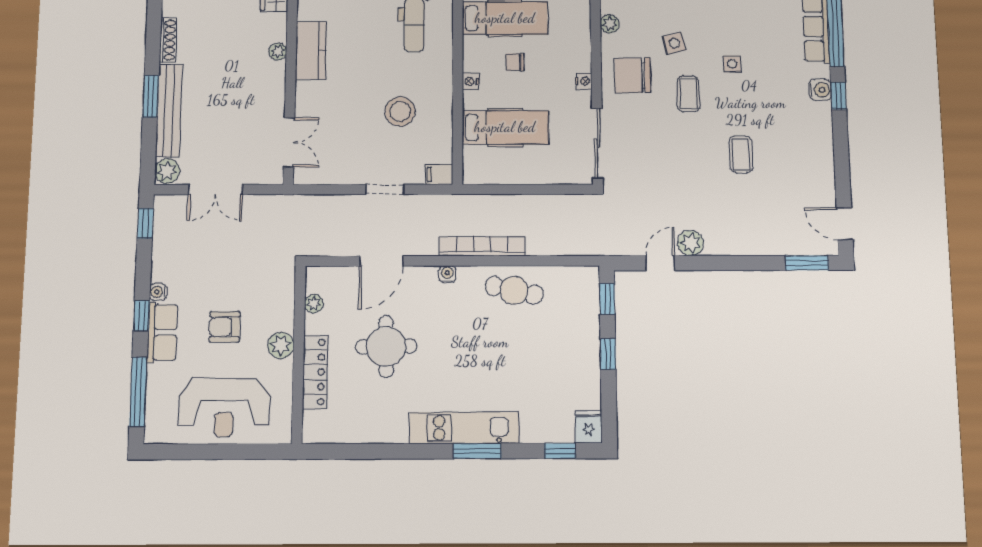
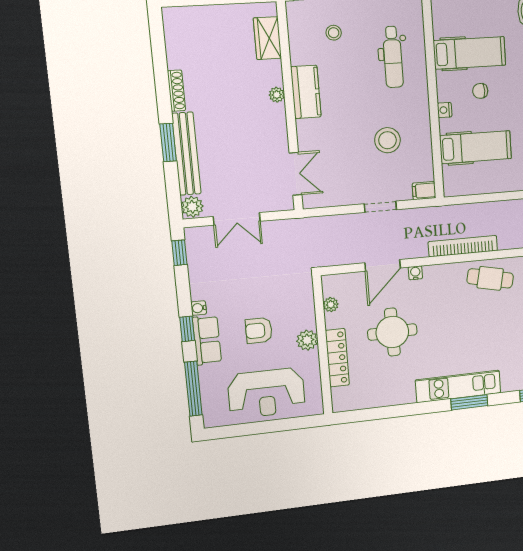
water cooler: (447, 274) -> (415, 273), moved

